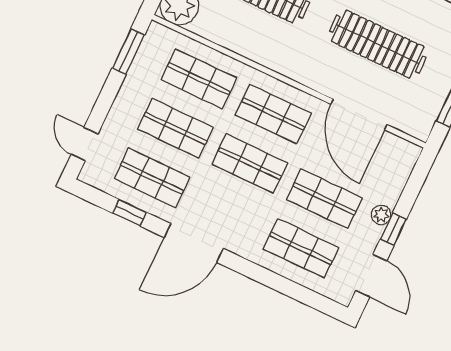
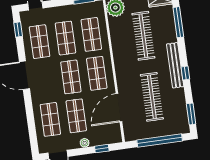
window: (130, 213) -> (18, 29), moved
window: (393, 229) -> (102, 149), moved

